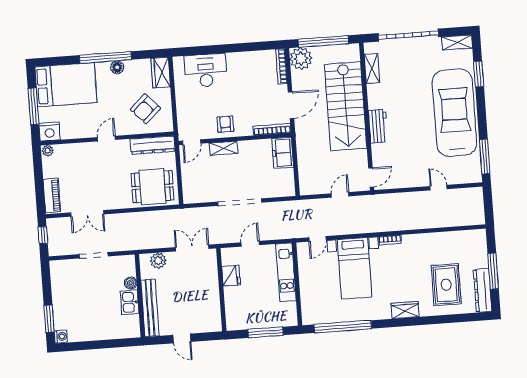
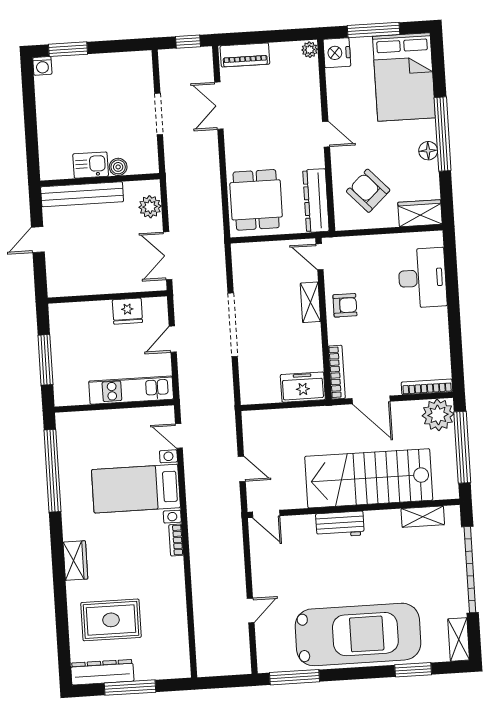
door: (250, 244) -> (173, 339), swing flipped
double door: (192, 248) -> (168, 256), swing flipped

